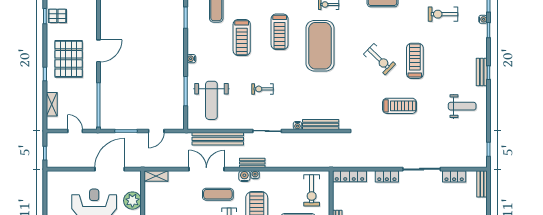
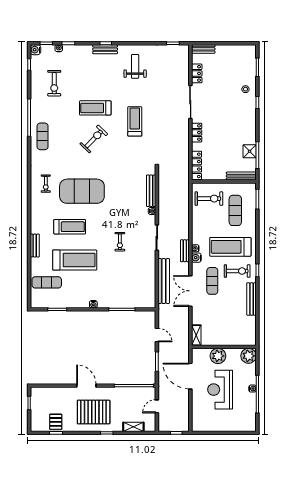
treadmill: (242, 37) -> (75, 260), width x1.37, depth x1.38
weight bench: (211, 100) -> (130, 287), removed

